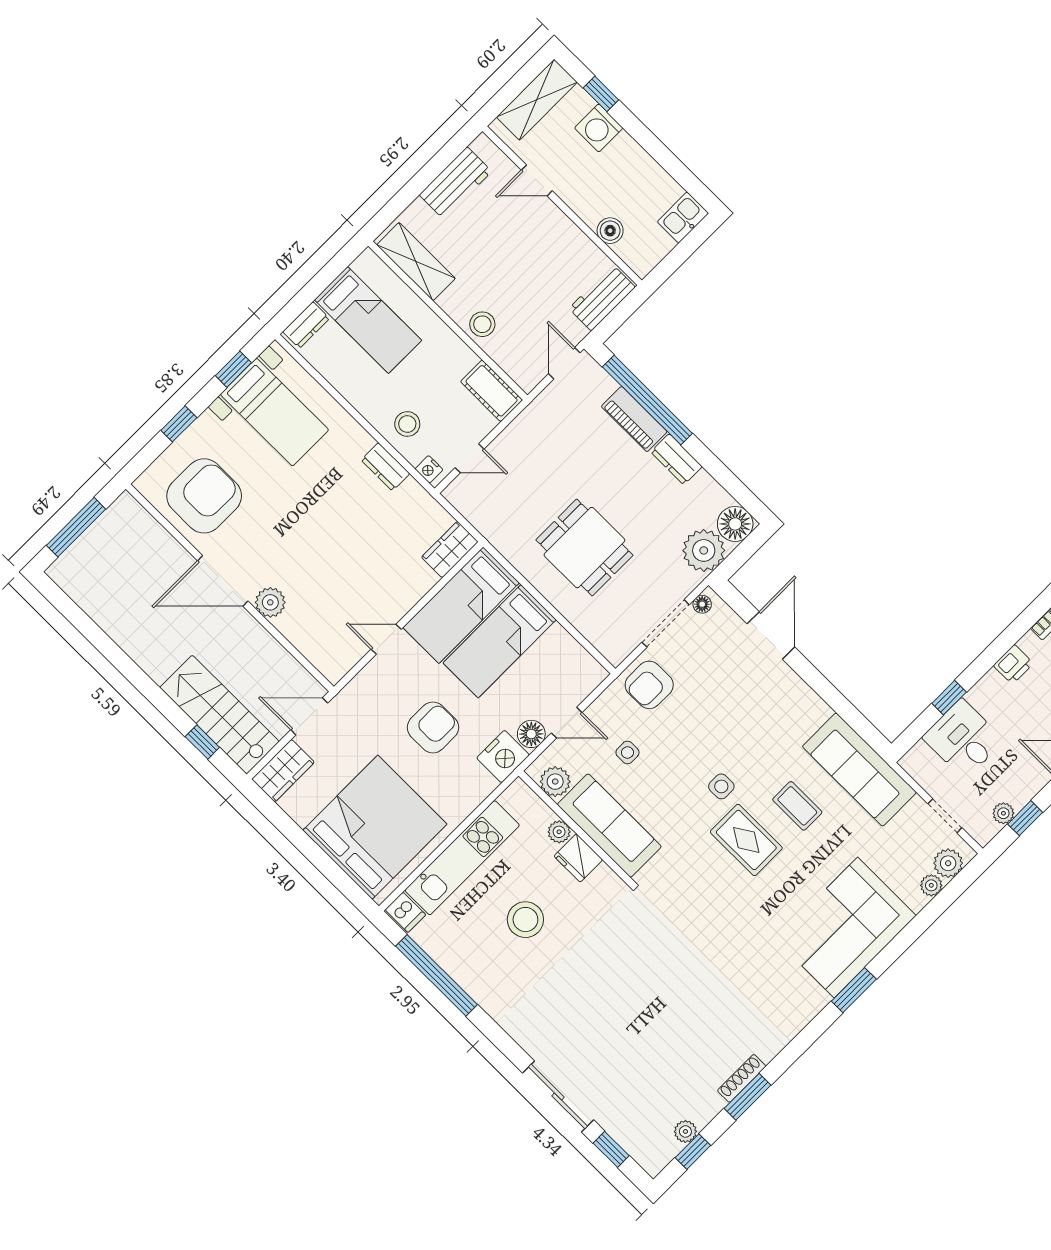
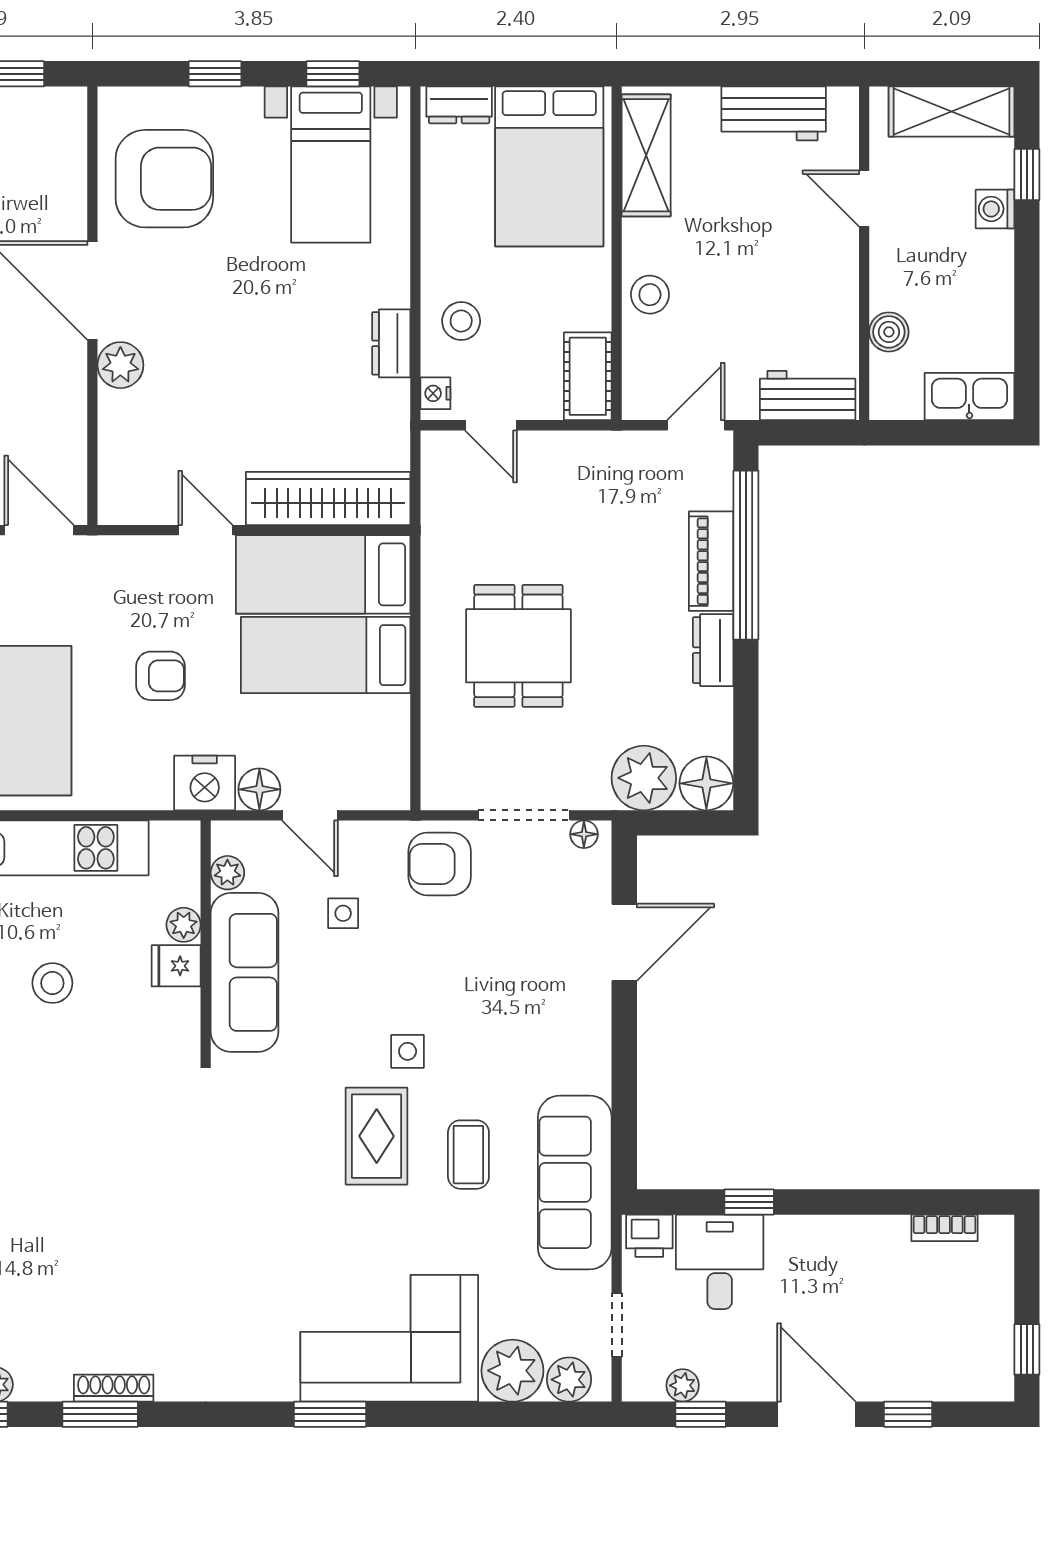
washing machine: (599, 128) -> (995, 209), width x0.73, depth x0.73
kitchen sink: (683, 217) -> (969, 397), width x1.38
bed: (368, 320) -> (549, 166), width x1.50
wardrobe: (450, 550) -> (328, 498), width x2.10, depth x1.17
printer: (1013, 664) -> (649, 1236), moved
armchair: (433, 727) -> (161, 676), width x0.72, depth x0.72
plant: (555, 782) -> (227, 873), width x0.73, depth x0.73
fridge: (578, 858) -> (176, 966), width x0.72
plant: (931, 885) -> (512, 1371), width x1.88, depth x1.88
stool: (525, 920) -> (52, 983), width x0.73, depth x0.73

